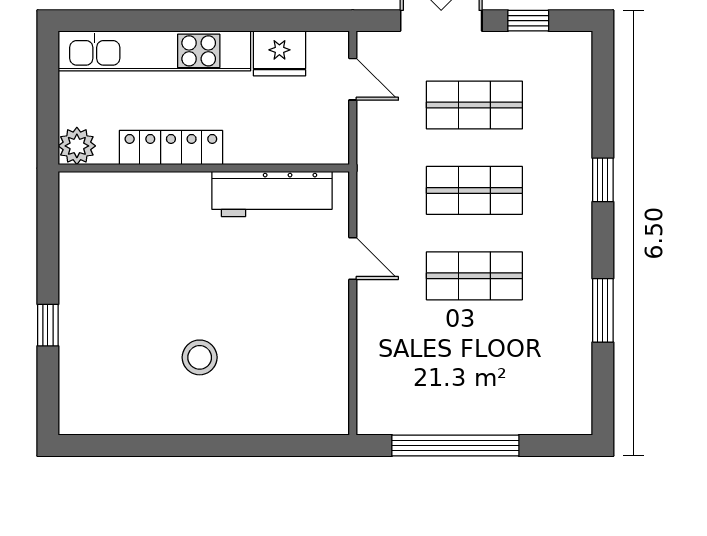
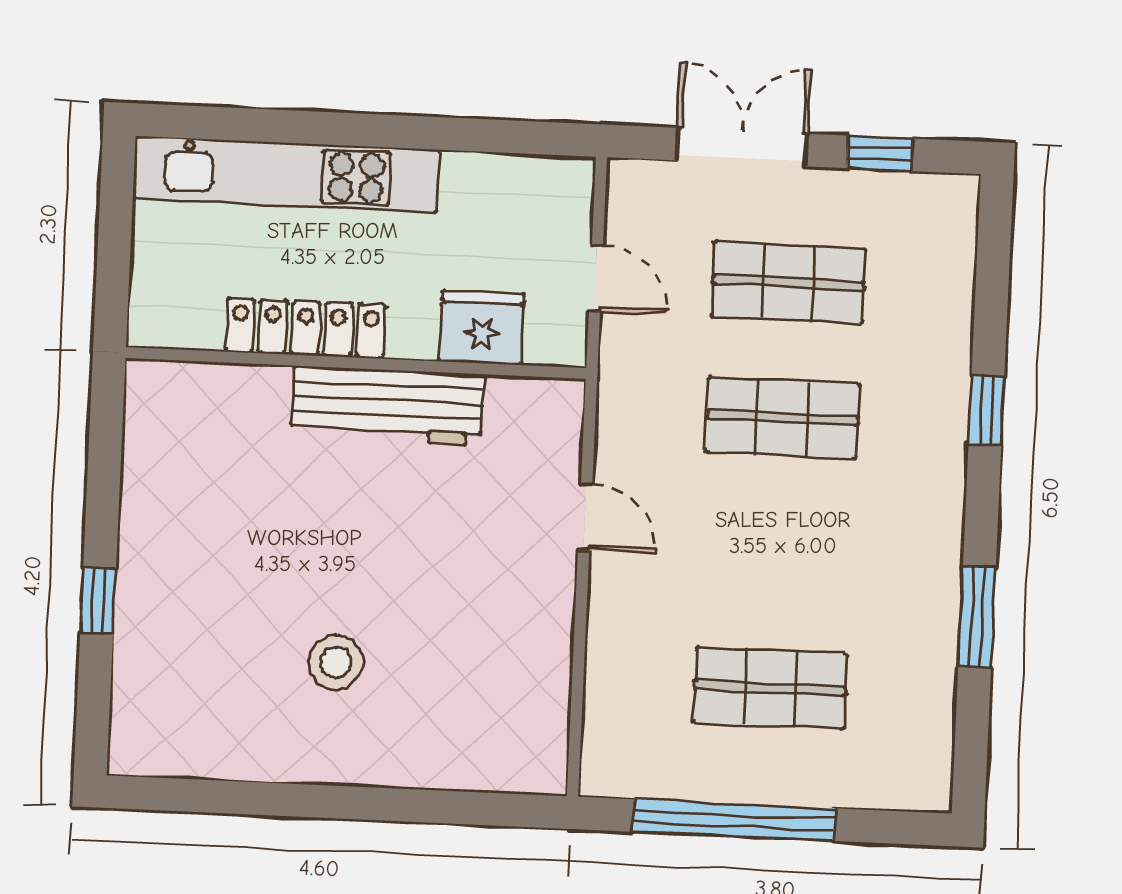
fridge: (279, 53) -> (482, 328), moved, turned 180
door: (353, 79) -> (596, 278), moved
plant: (77, 146) -> (157, 319), removed
workbench: (272, 194) -> (387, 406), moved
shop shelf: (474, 276) -> (770, 688), moved

